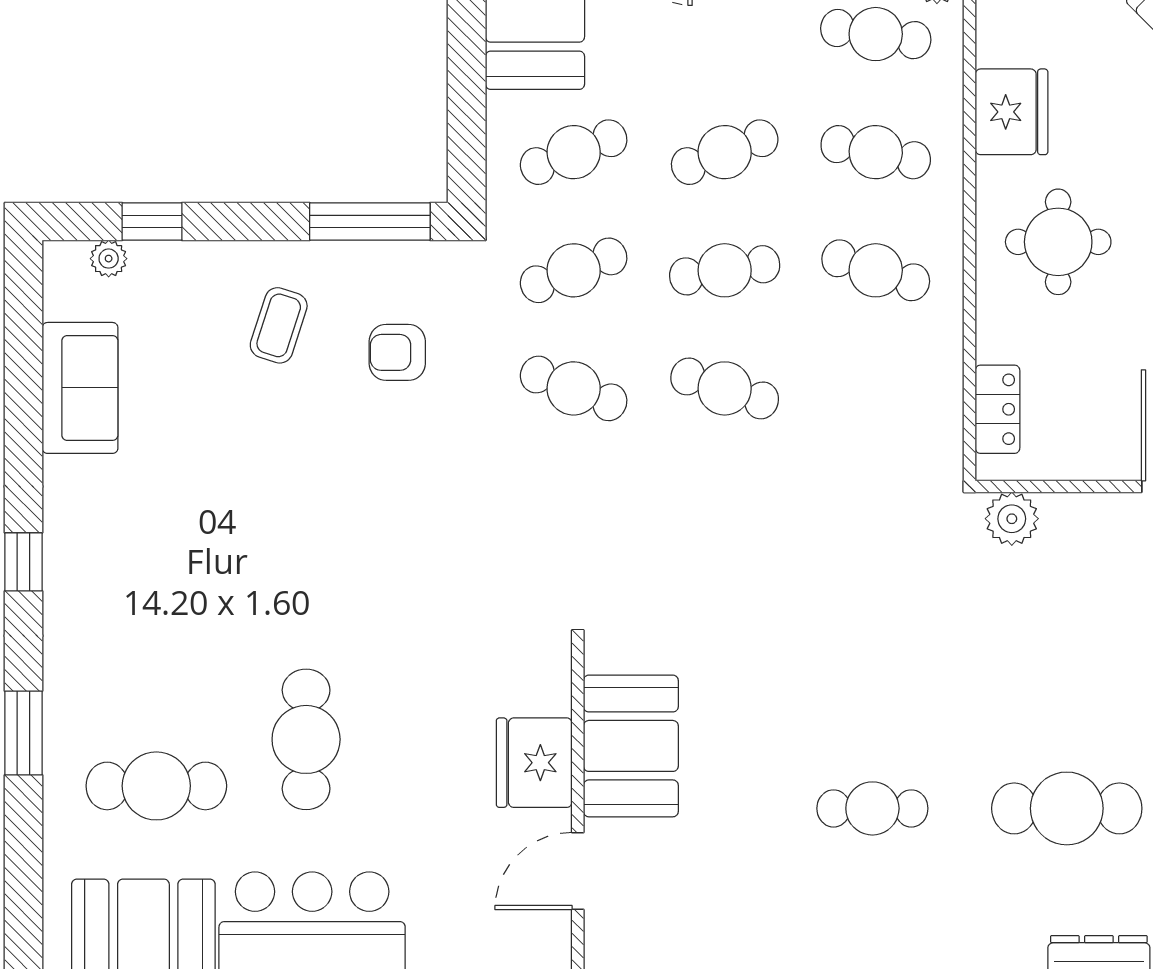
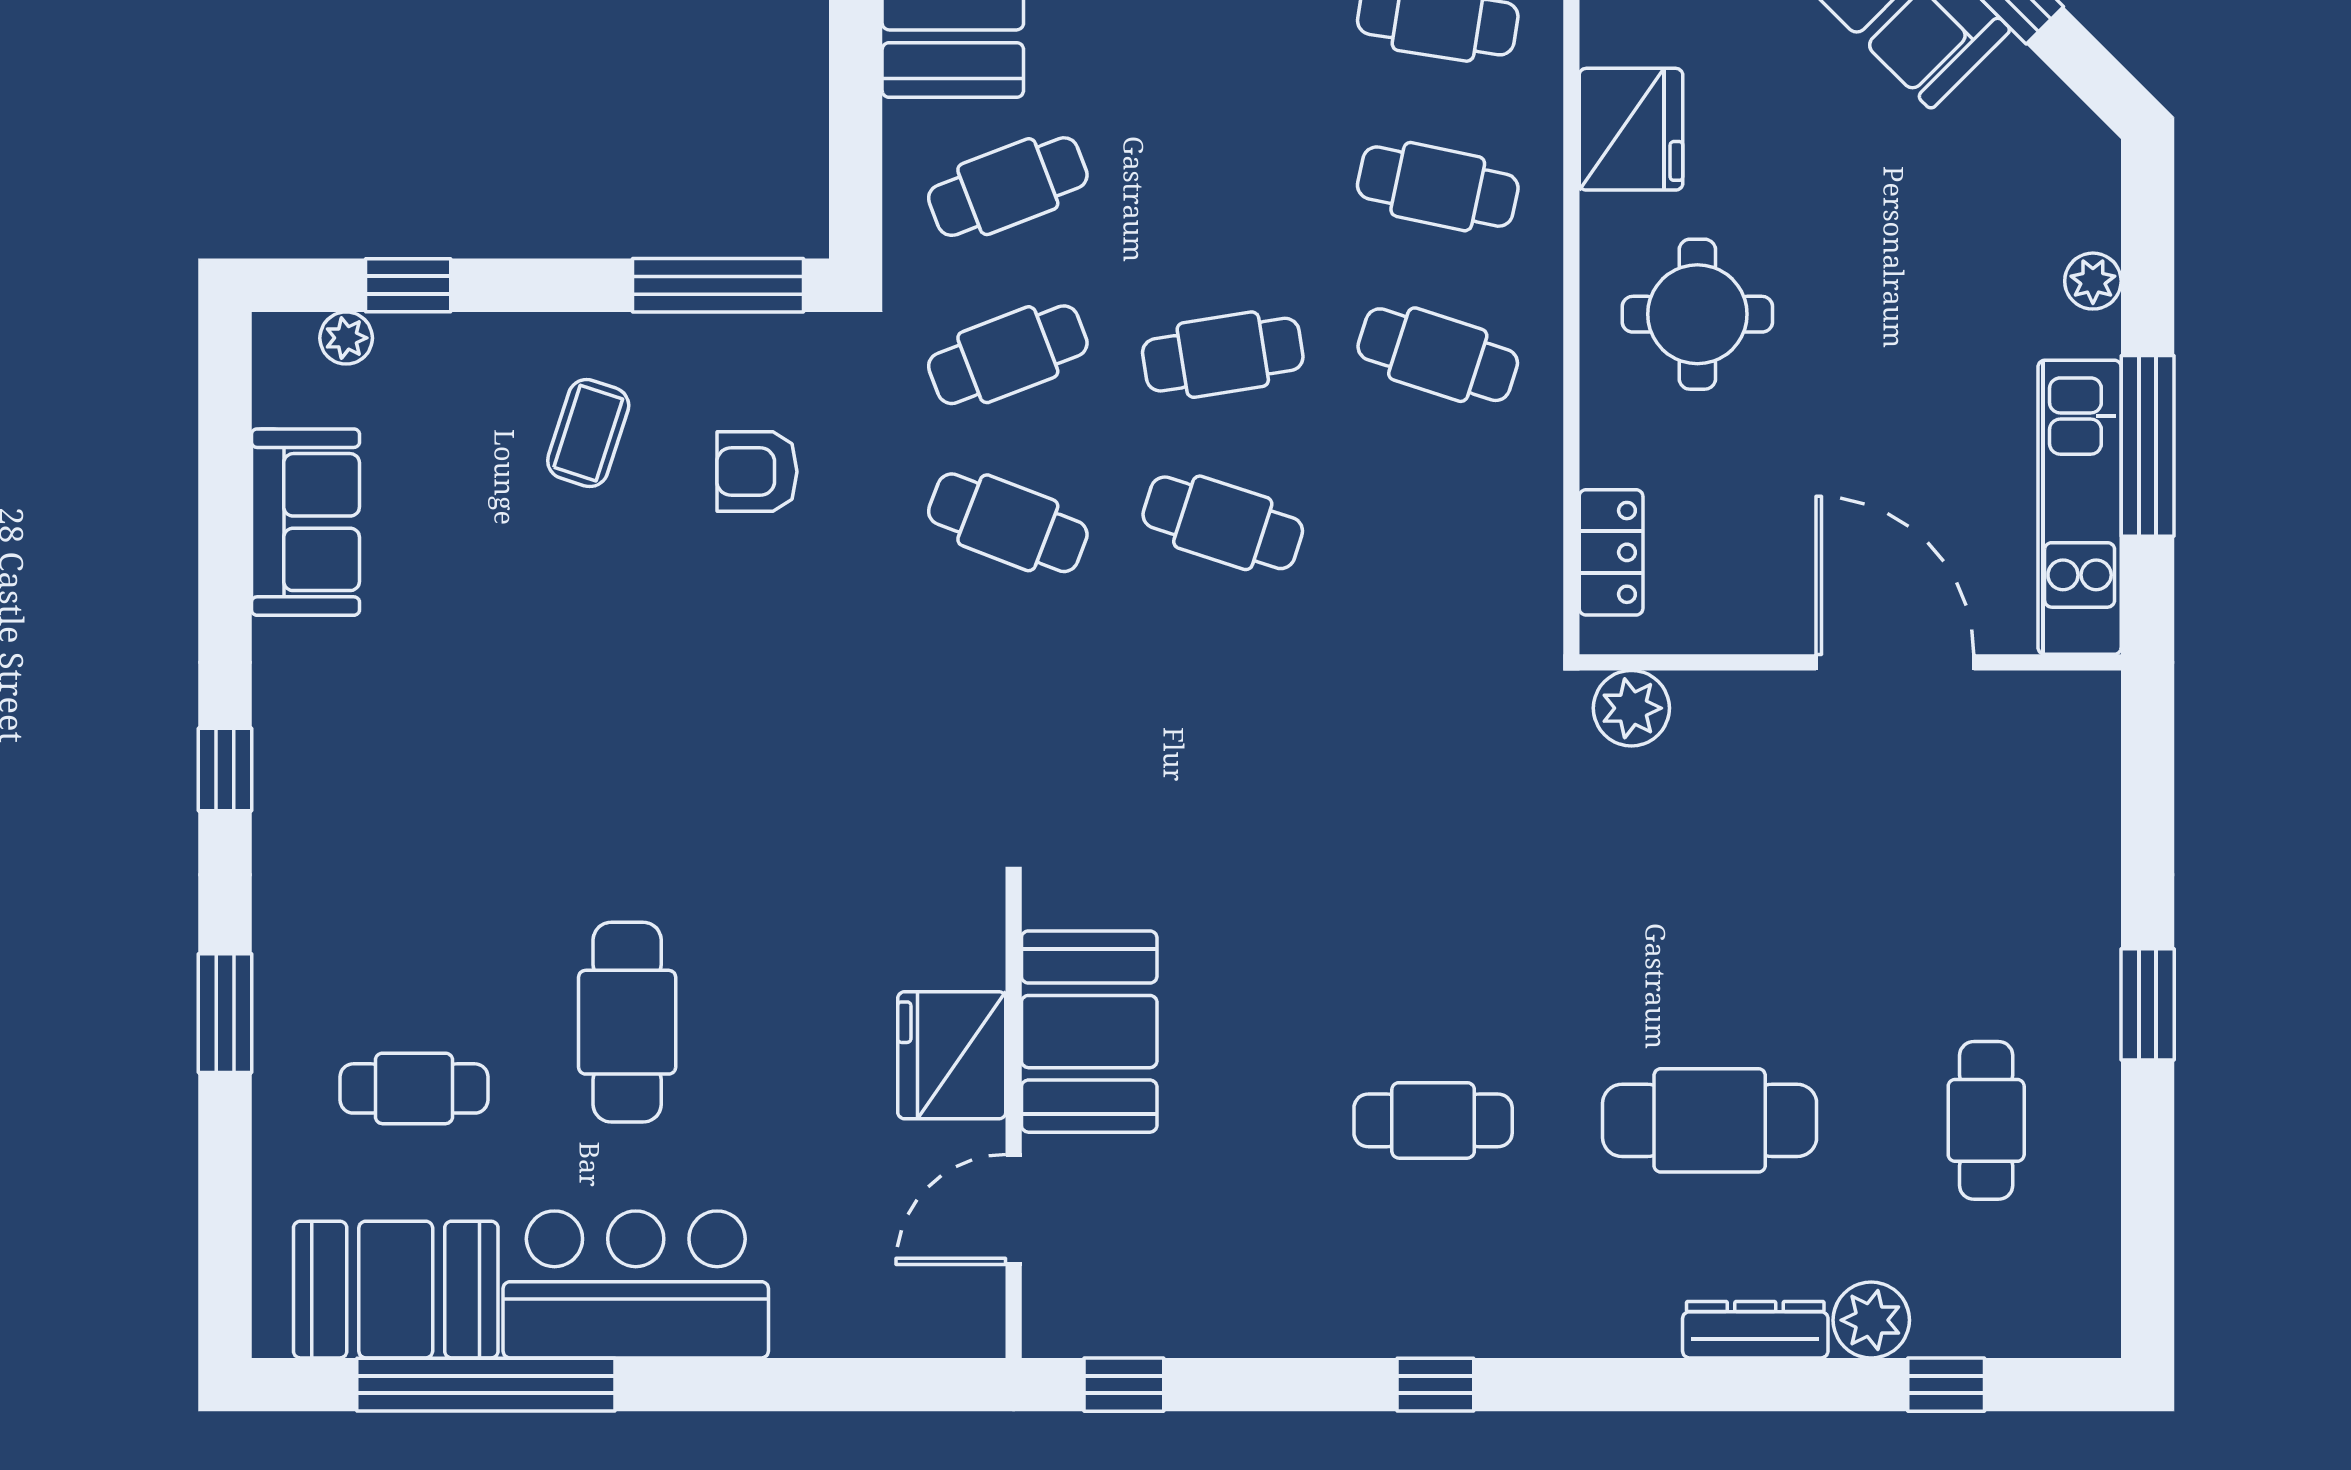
cafe table: (725, 152) -> (1223, 187), removed
cafe table: (156, 786) -> (414, 1088), width x0.73, depth x0.74

